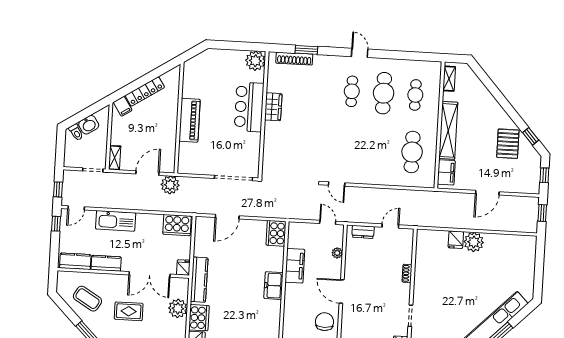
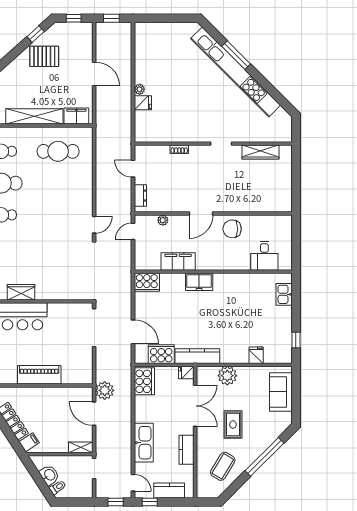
plant: (474, 242) -> (140, 89), width x0.53, depth x0.53
kitchen counter: (75, 261) -> (169, 490), moved, turned 90
cooker: (199, 318) -> (161, 354), moved

